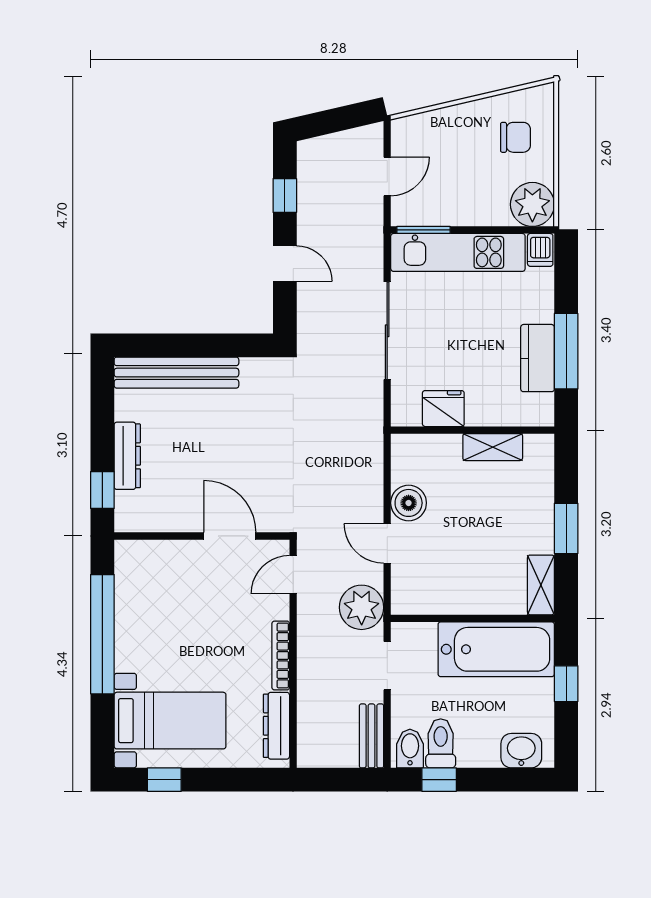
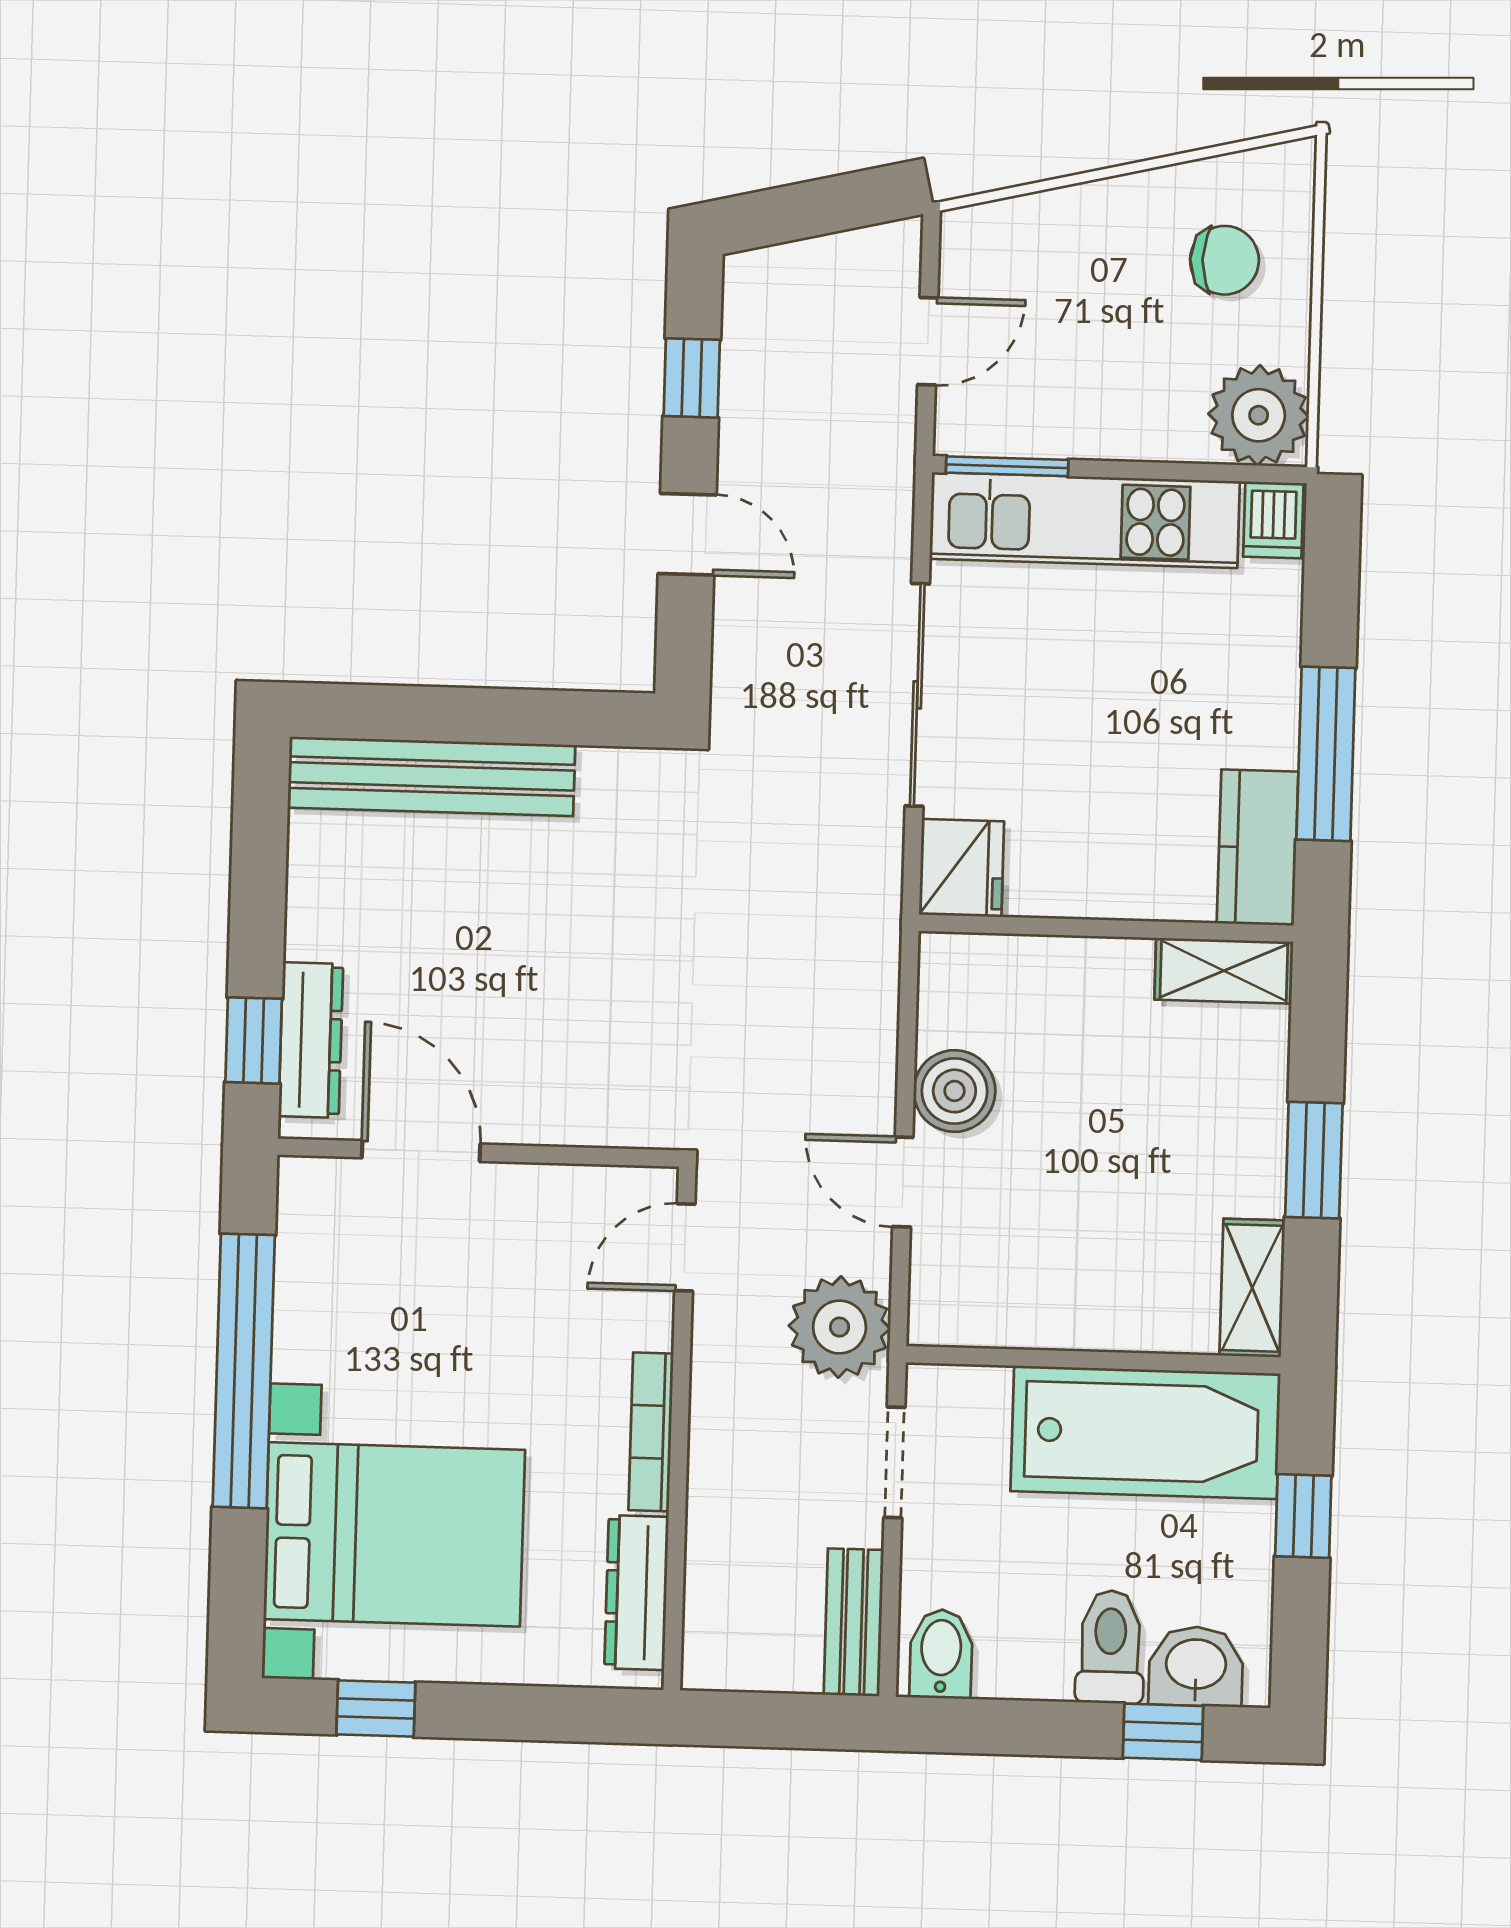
kitchen counter: (538, 358) -> (1258, 847), moved
fridge: (443, 409) -> (961, 868), moved, turned 90
shelving: (493, 447) -> (1224, 971), moved
dresser: (127, 456) -> (311, 1040), moved
door: (230, 536) -> (421, 1151), moved
bed with nightstands: (170, 721) -> (394, 1534), width x1.36
toilet: (441, 743) -> (1110, 1647), moved
window: (439, 780) -> (1163, 1732), moved

